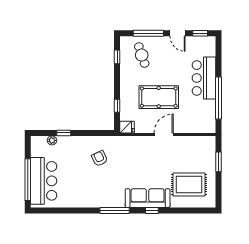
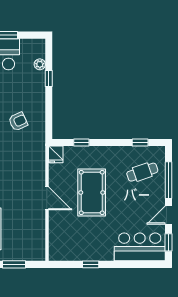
bar counter: (204, 78) -> (140, 247), moved
window: (219, 98) -> (91, 264), width x0.32

